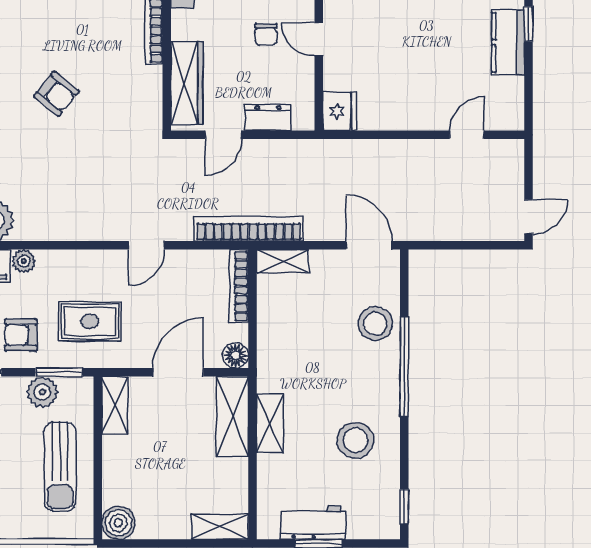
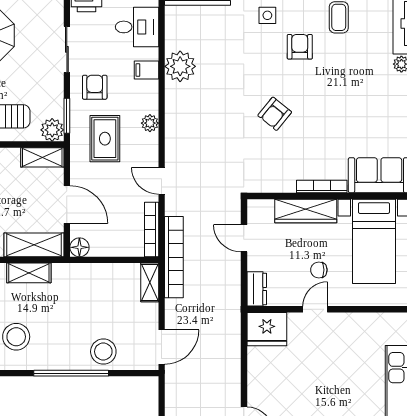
wardrobe: (187, 83) -> (306, 211), moved
fridge: (340, 111) -> (267, 329), width x1.36, depth x1.34
dresser: (268, 118) -> (257, 289), moved
plant: (24, 261) -> (150, 123), moved
bookcase: (239, 286) -> (152, 230), moved, turned -90
plant: (42, 392) -> (52, 130), moved

